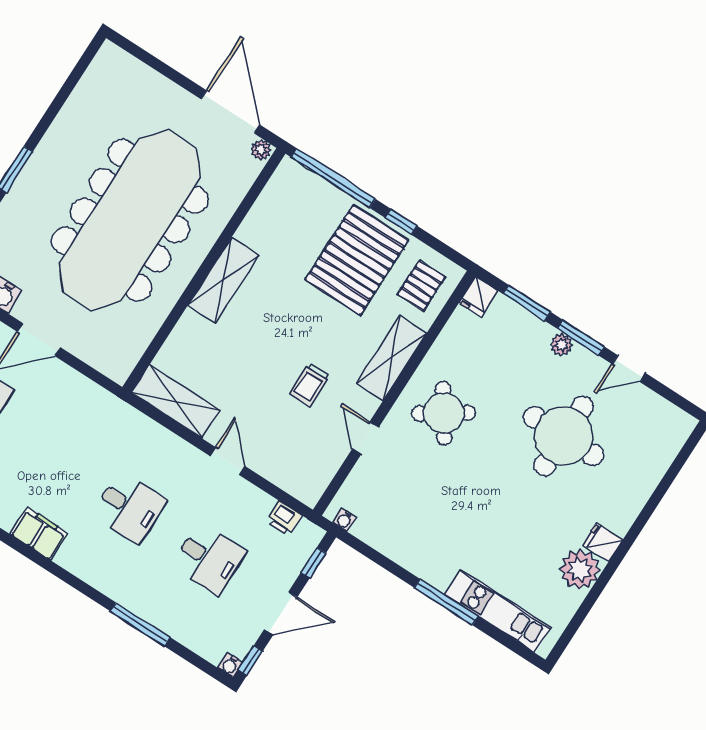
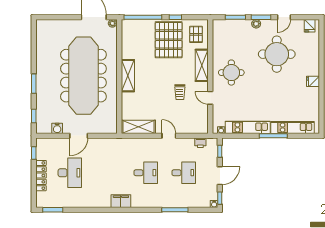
fridge: (479, 297) -> (310, 26), moved
round table: (444, 413) -> (231, 73), turned 34
kitchen unit: (404, 550) -> (248, 127), added
plant: (580, 569) -> (311, 96), removed

